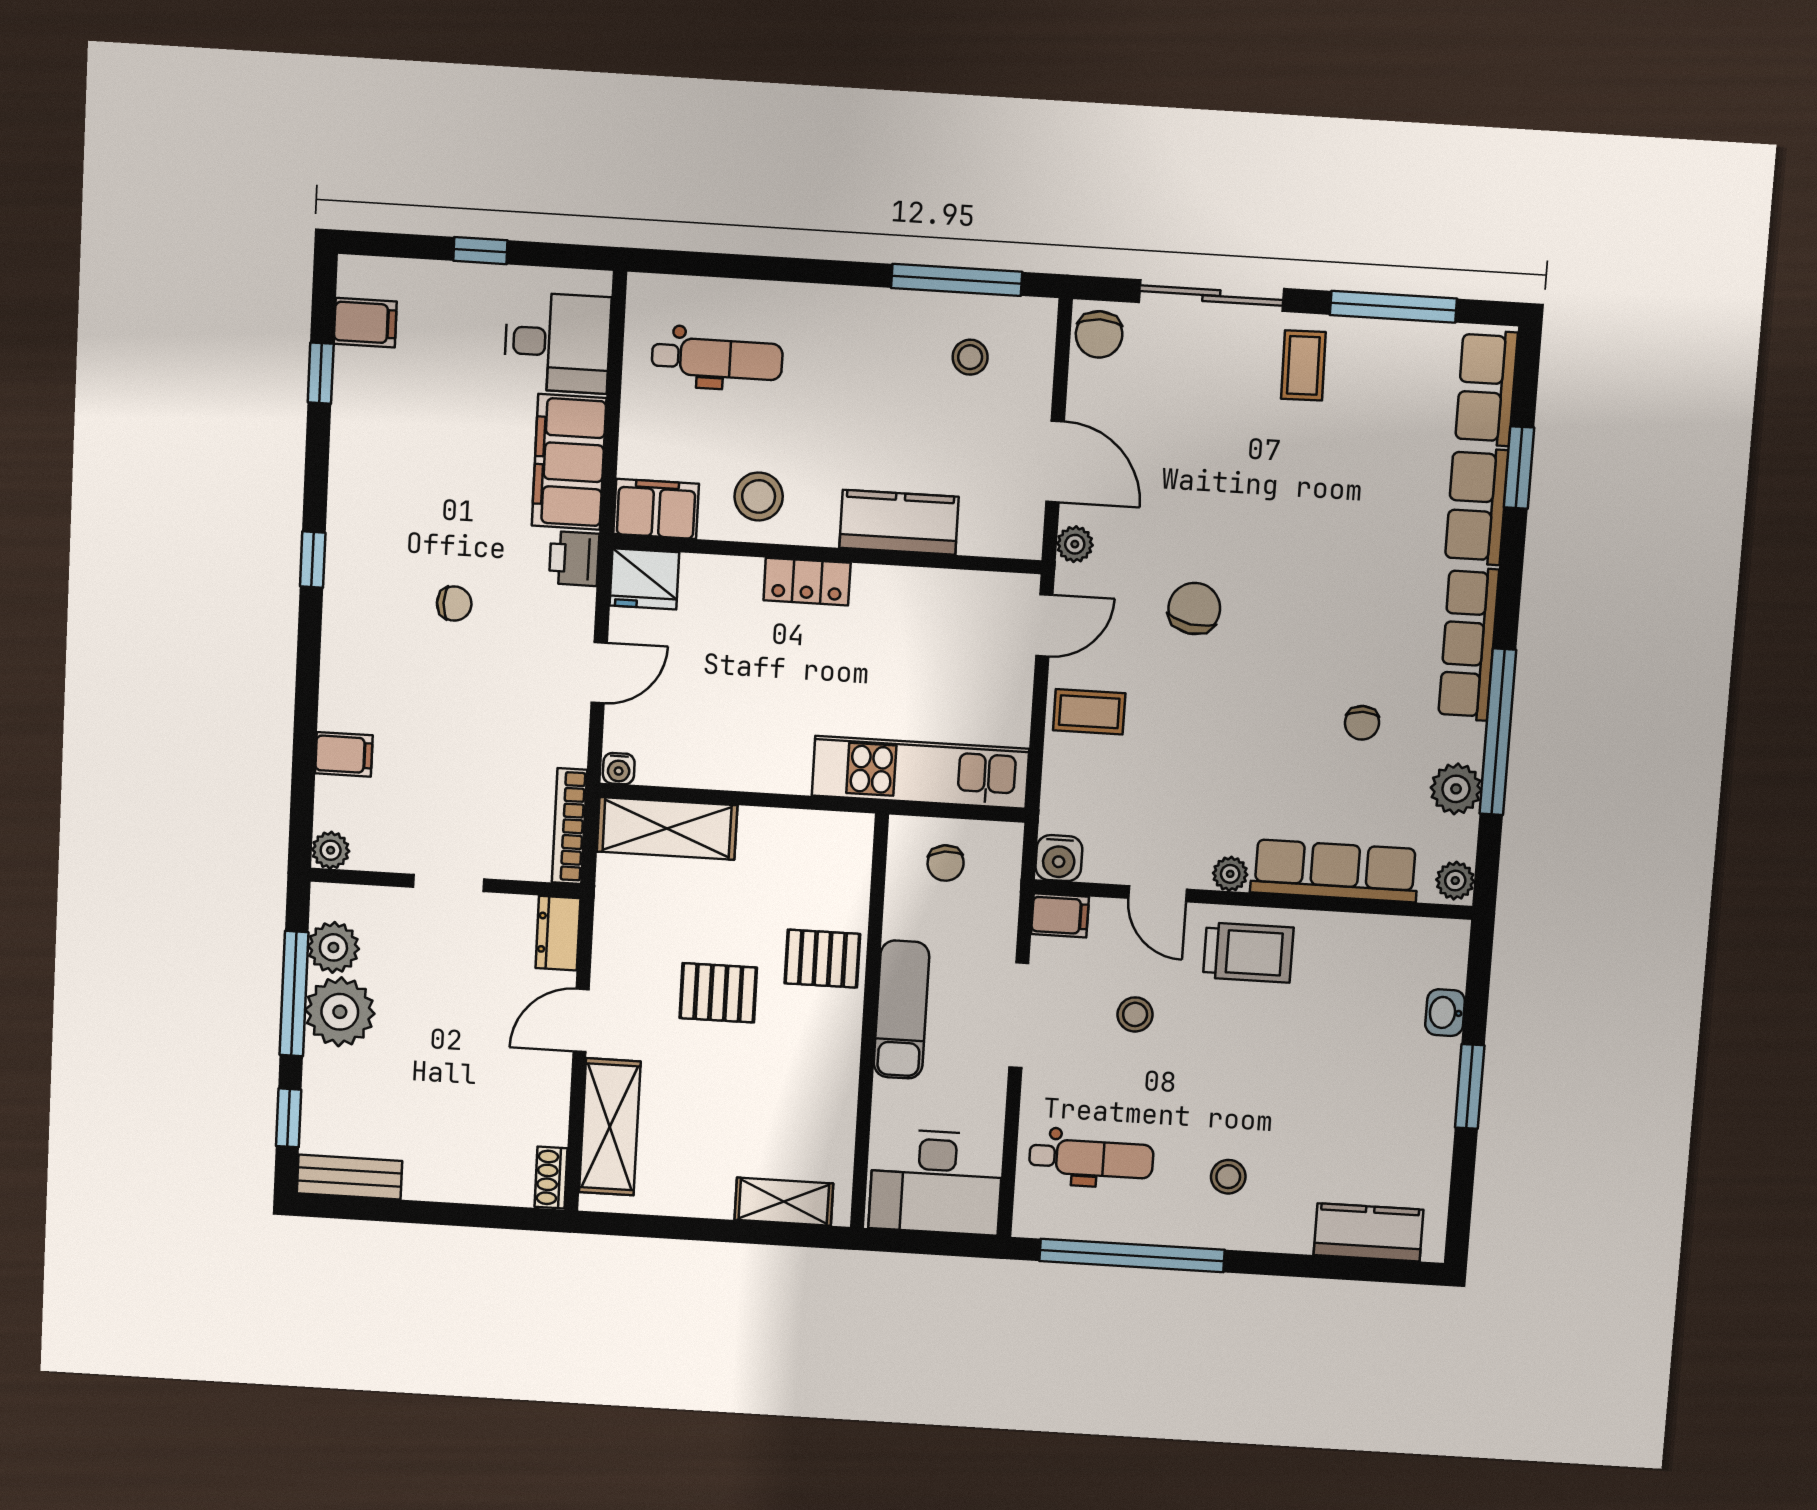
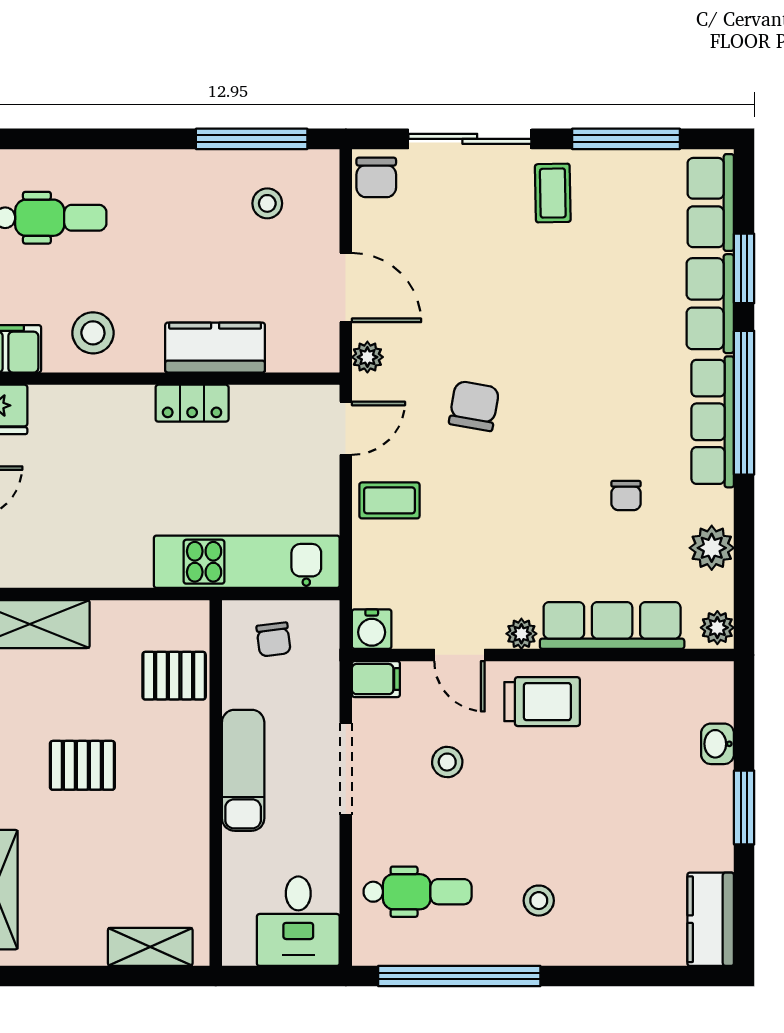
locker: (807, 582) -> (192, 403), moved
window: (1498, 732) -> (744, 403), moved
pallet: (822, 959) -> (174, 676), moved
desk: (936, 1182) -> (298, 921), width x0.73
kitchen counter: (1368, 1232) -> (711, 919), moved, turned -90

